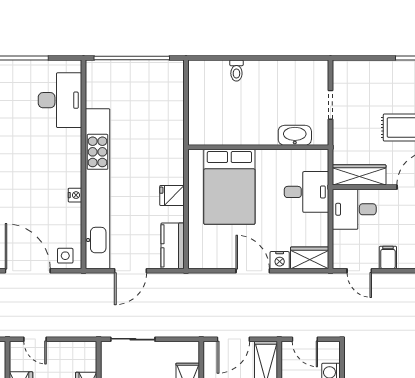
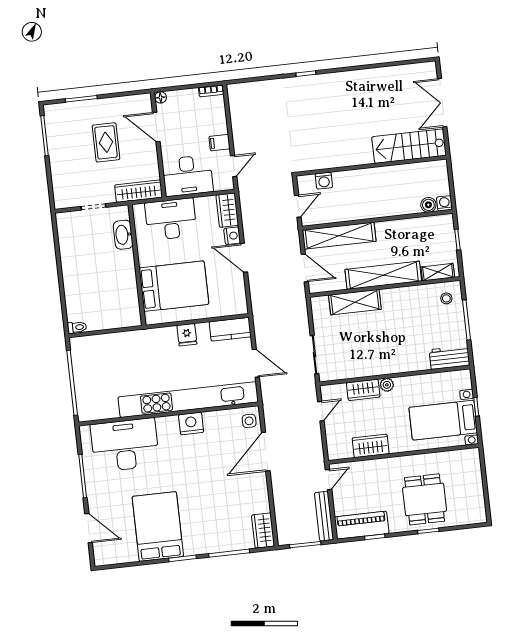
toilet: (236, 71) -> (77, 327), moved
desk: (60, 100) -> (125, 445), width x1.36, depth x1.30
wardrobe: (359, 175) -> (139, 191), moved, turned 90
desk: (306, 192) -> (171, 219), width x1.37
nightstand: (75, 195) -> (191, 424), width x1.89, depth x1.79
desk: (354, 209) -> (188, 176), width x1.37
door: (253, 271) -> (244, 258), hinge flipped
door: (35, 339) -> (321, 411), moved

